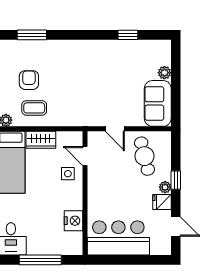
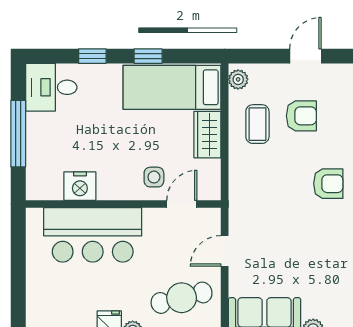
armchair: (72, 63) -> (328, 184), added
bar counter: (118, 238) -> (93, 235), moved, turned 90

